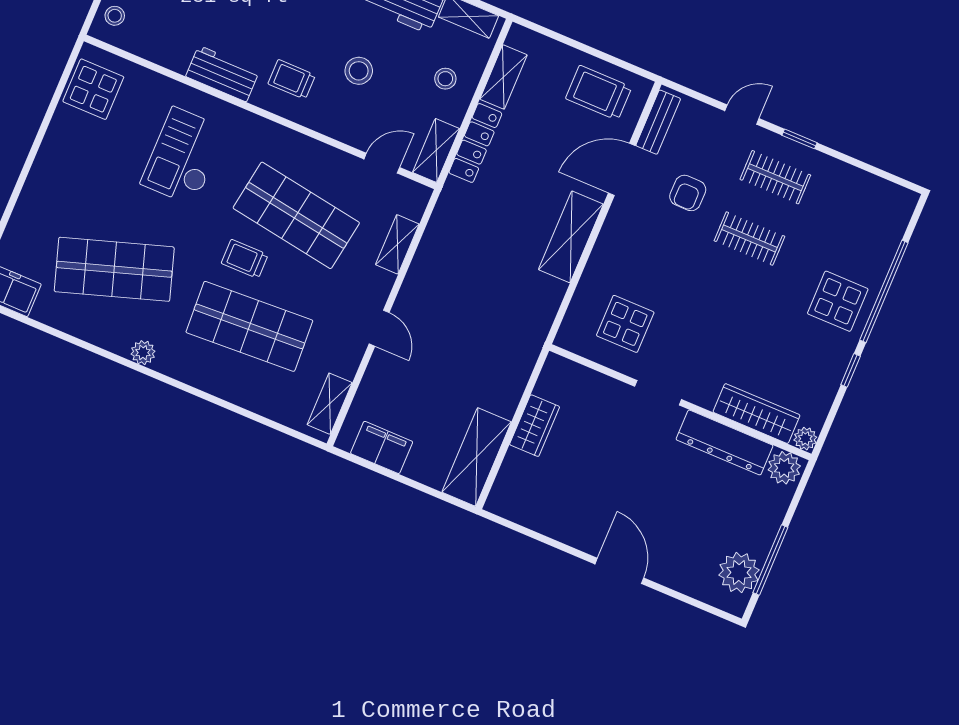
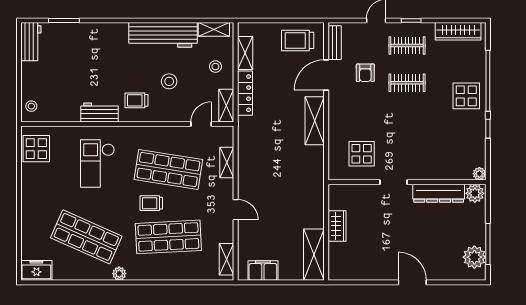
shop shelf: (114, 269) -> (86, 237), turned 42
wardrobe: (757, 414) -> (458, 31), moved, turned 180

